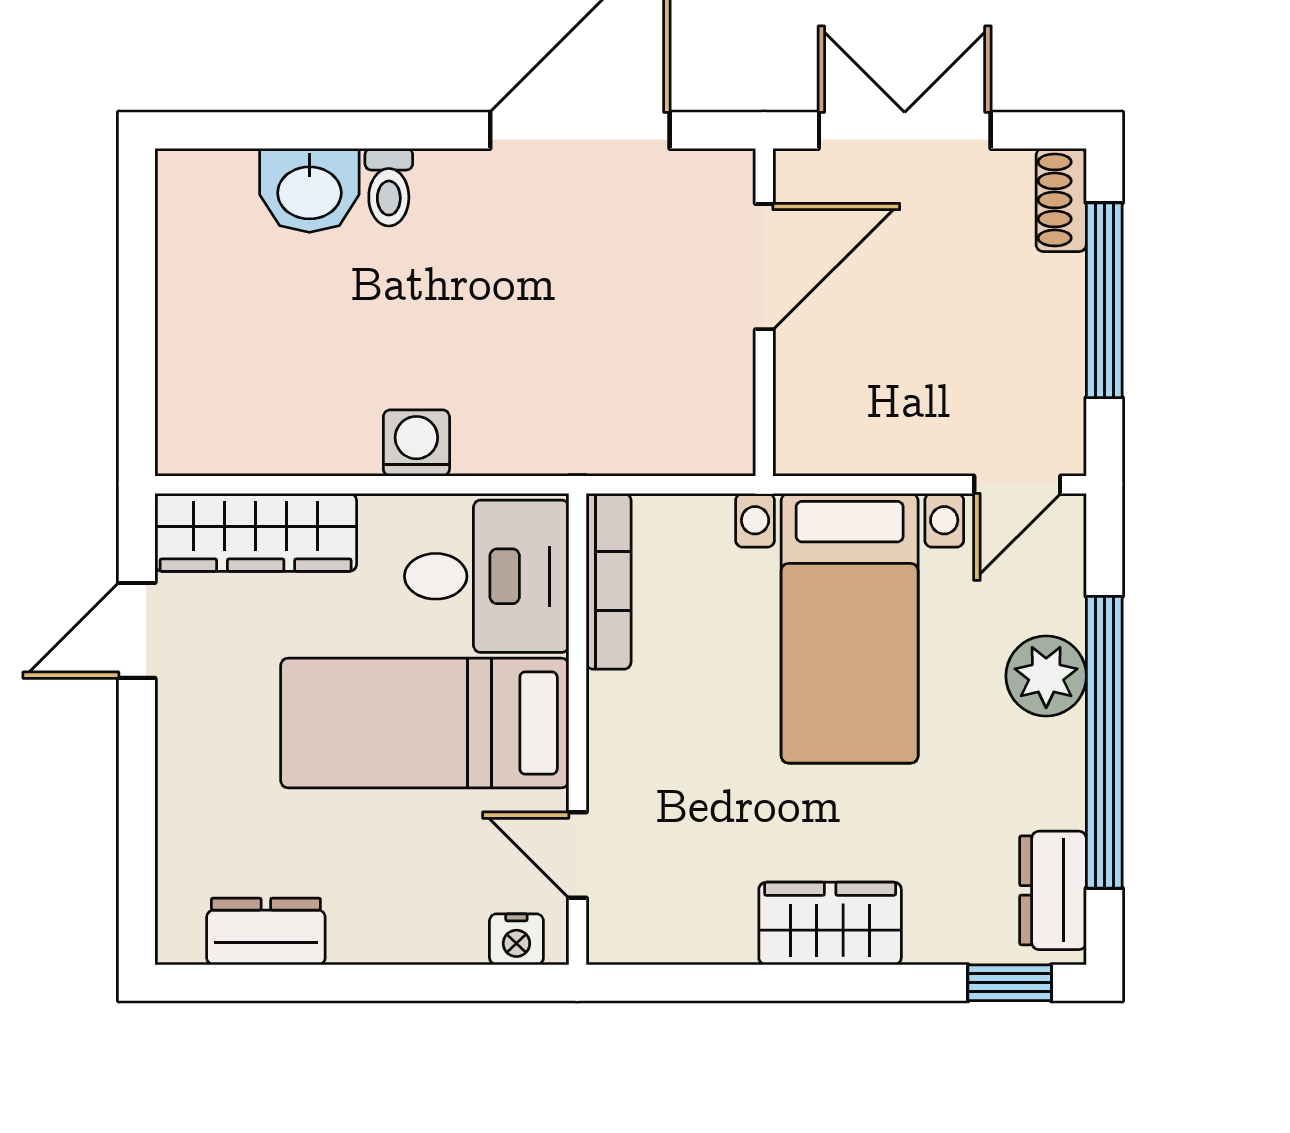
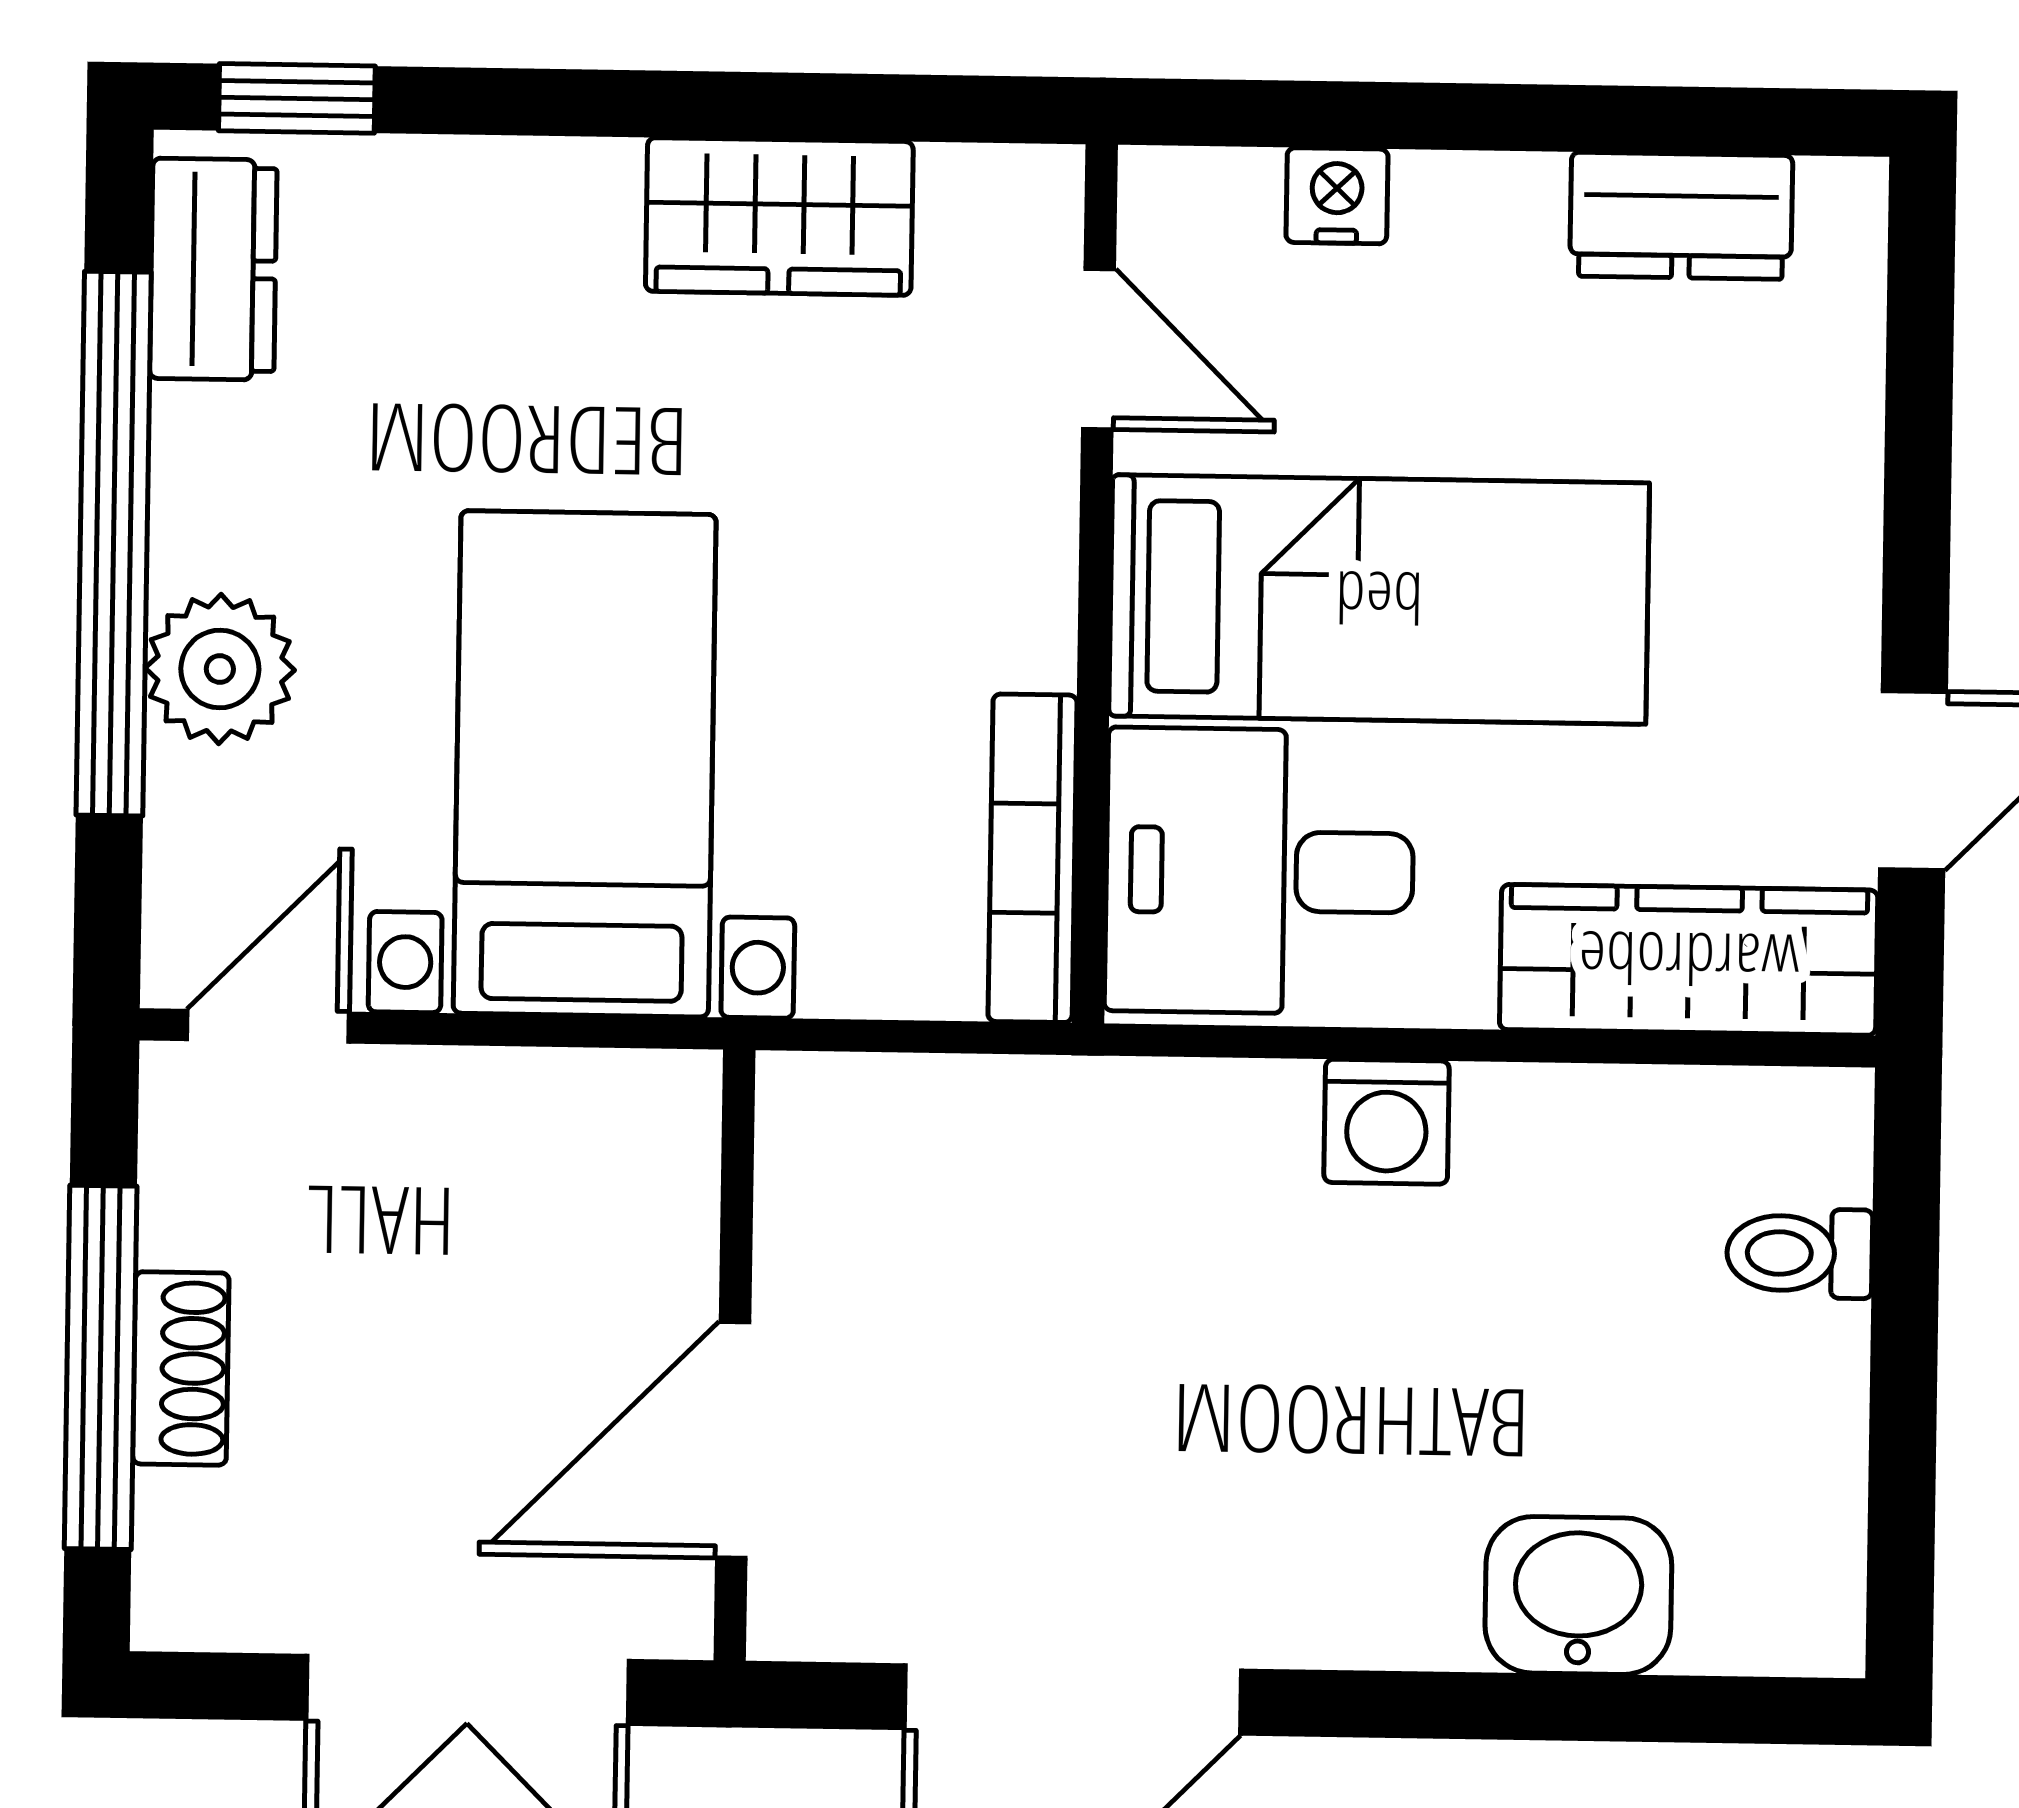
toilet: (389, 187) -> (1800, 1253), moved, turned -90
shoe rack: (1061, 200) -> (181, 1368), moved
wardrobe: (830, 923) -> (779, 216), moved
nightstand: (516, 939) -> (1337, 196), moved

